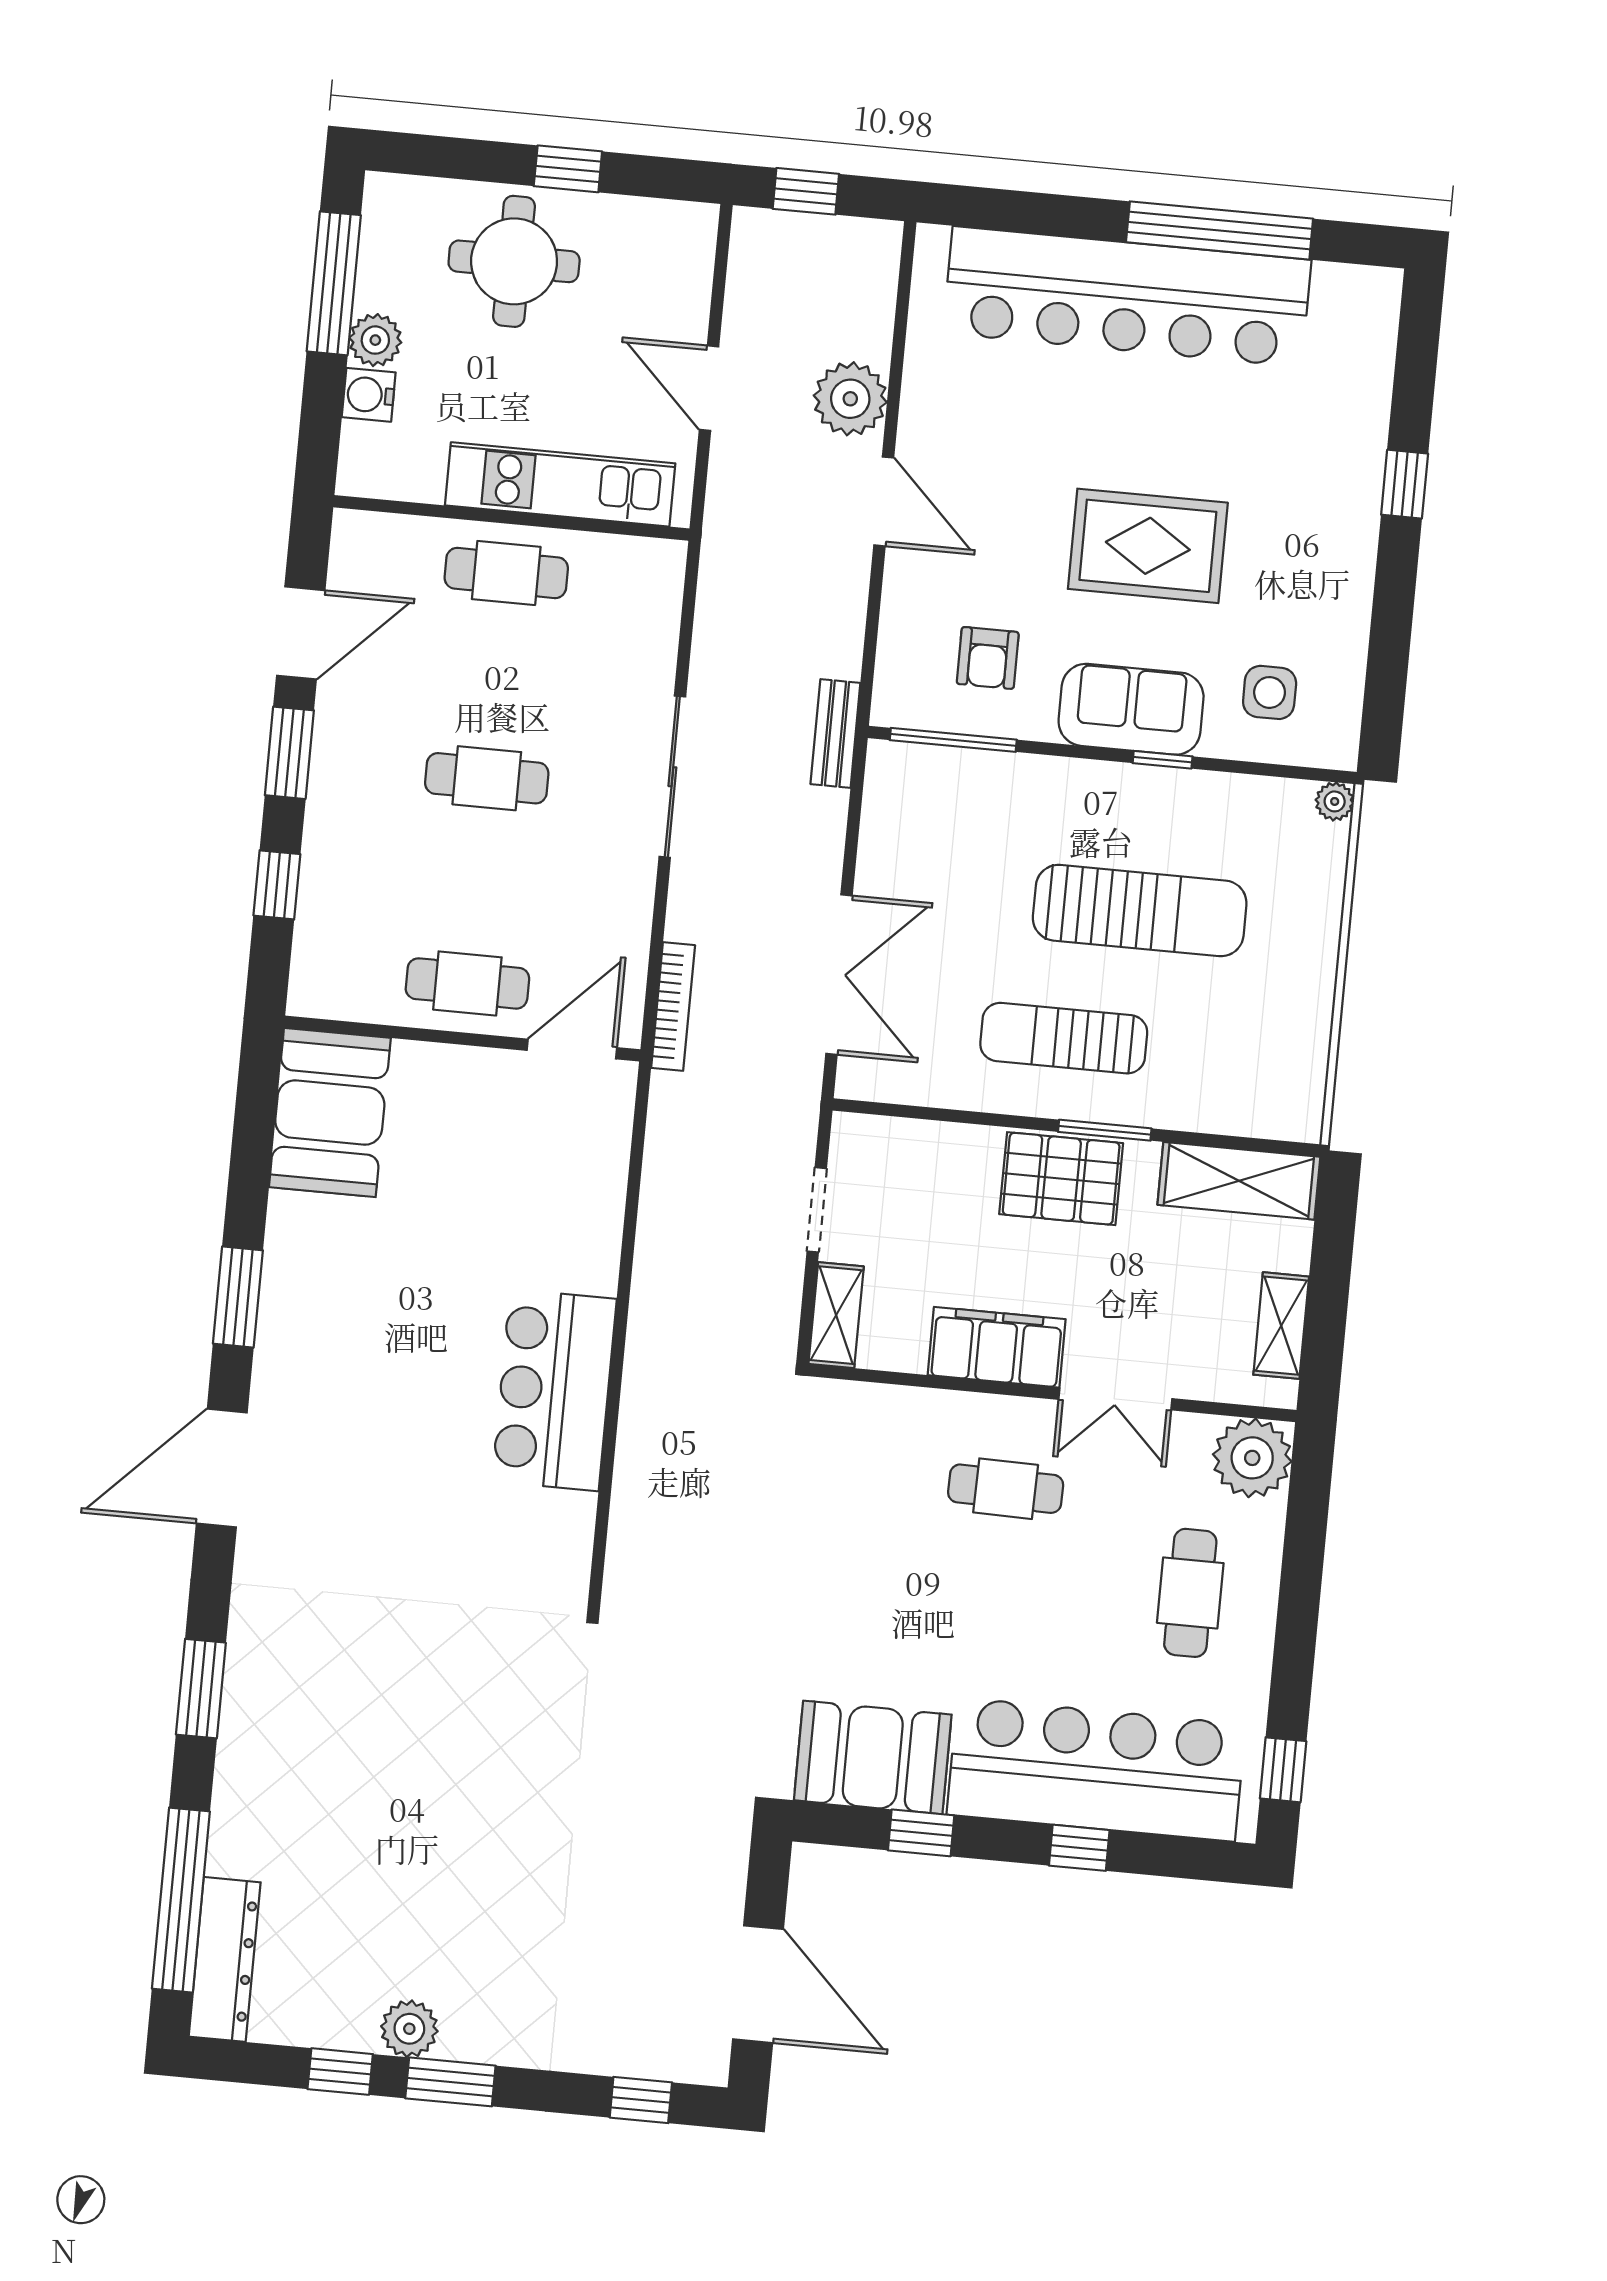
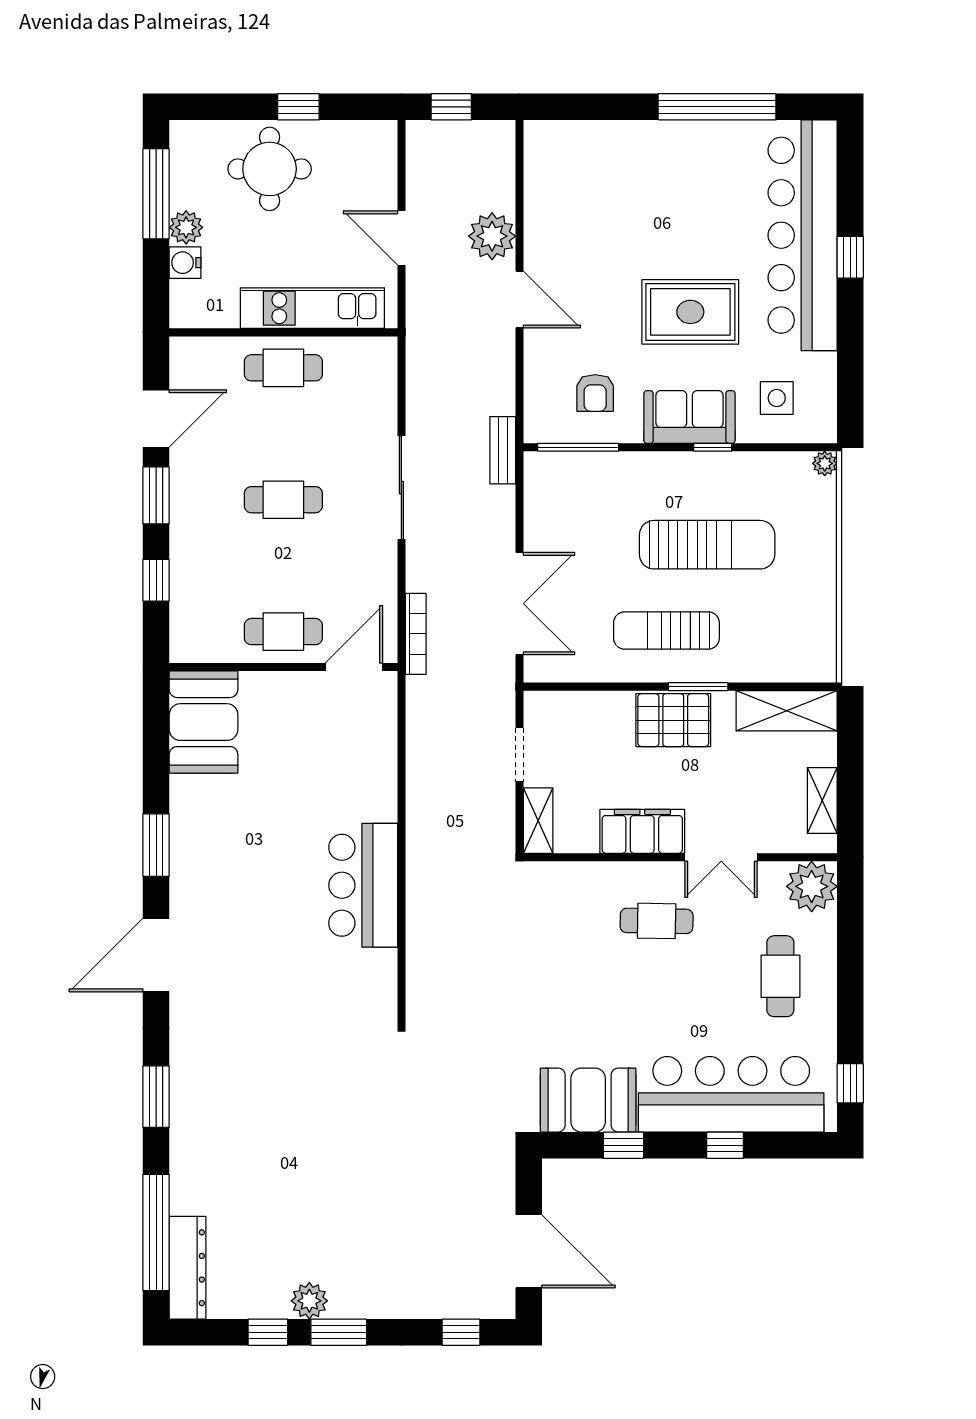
bar counter: (1127, 296) -> (803, 235), moved, turned 90

